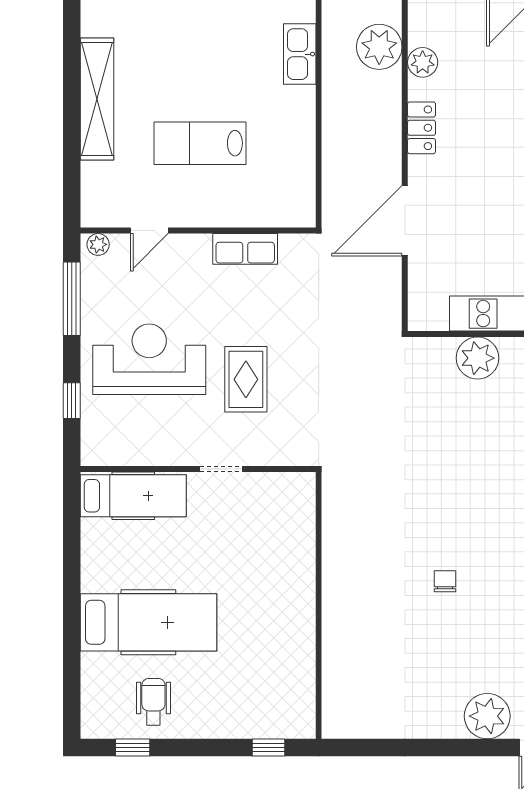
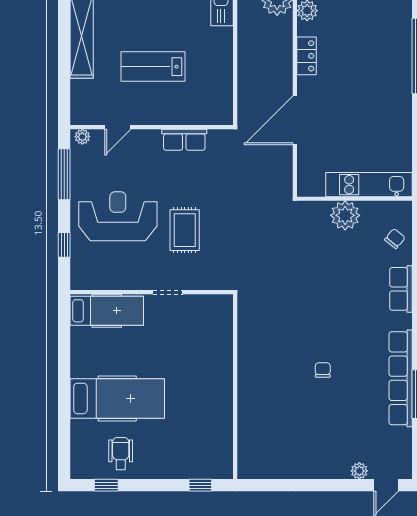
plant: (487, 716) -> (359, 471), width x0.53, depth x0.53

